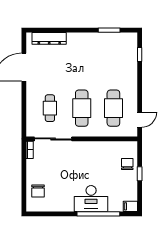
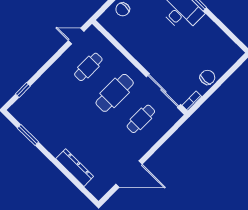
dresser: (49, 38) -> (75, 168), moved
cafe table: (113, 108) -> (88, 67), width x0.73, depth x0.74
chair: (38, 191) -> (207, 77), moved

